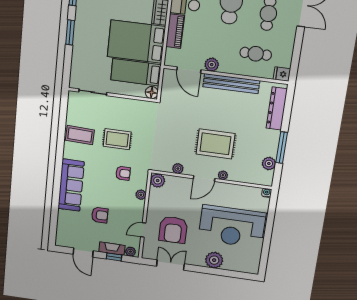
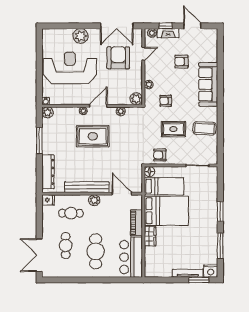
plant: (212, 65) -> (94, 200), moved
armchair: (137, 111) -> (160, 155), added
plant: (269, 164) -> (47, 112), moved
double door: (170, 265) -> (117, 26), width x1.37

